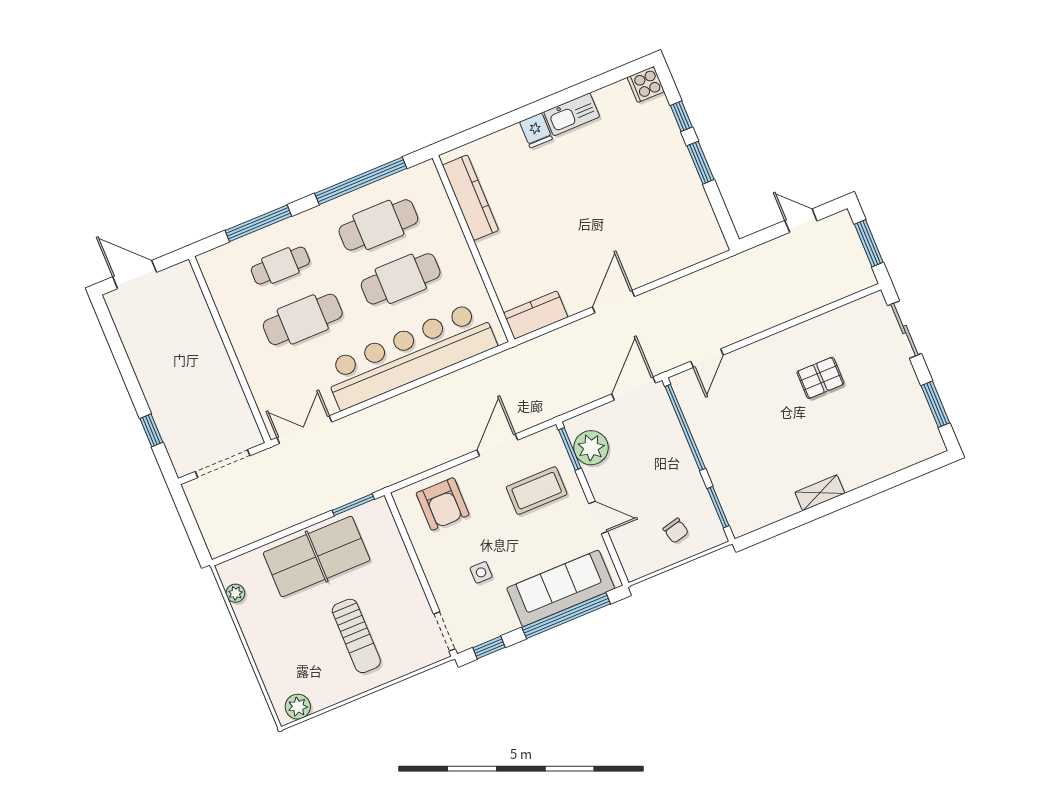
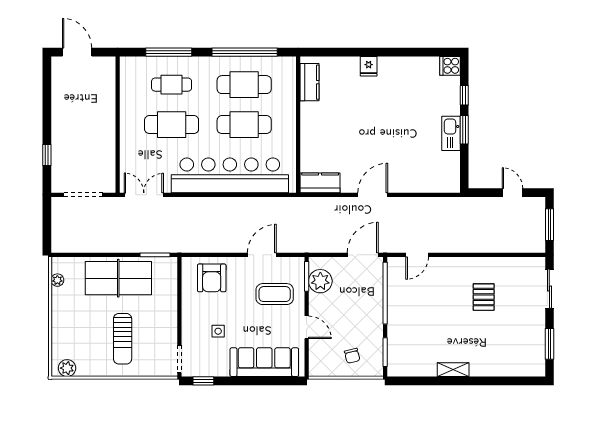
kitchen sink: (572, 114) -> (451, 133), moved, turned 90
kitchen counter: (470, 198) -> (310, 82), width x0.67
pallet: (820, 378) -> (484, 297), turned 90
window: (566, 616) -> (261, 381), removed

